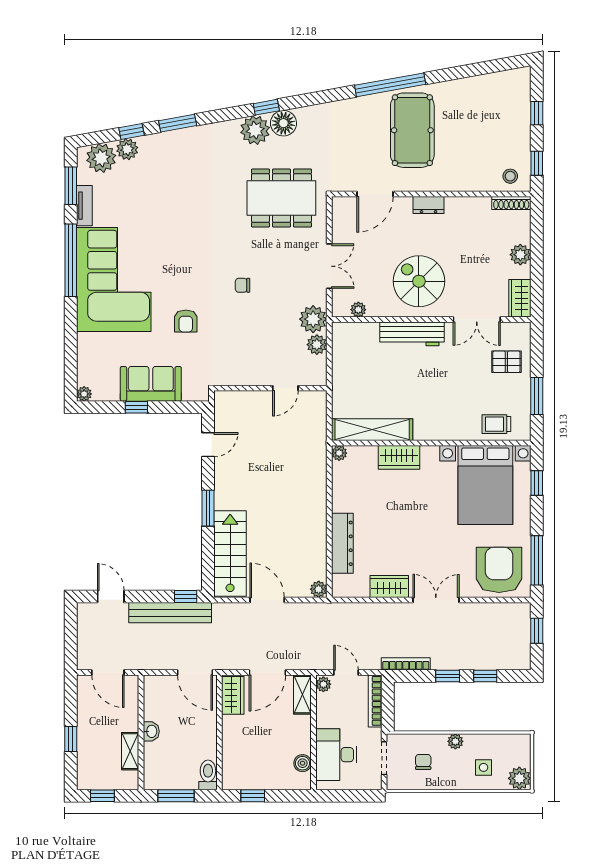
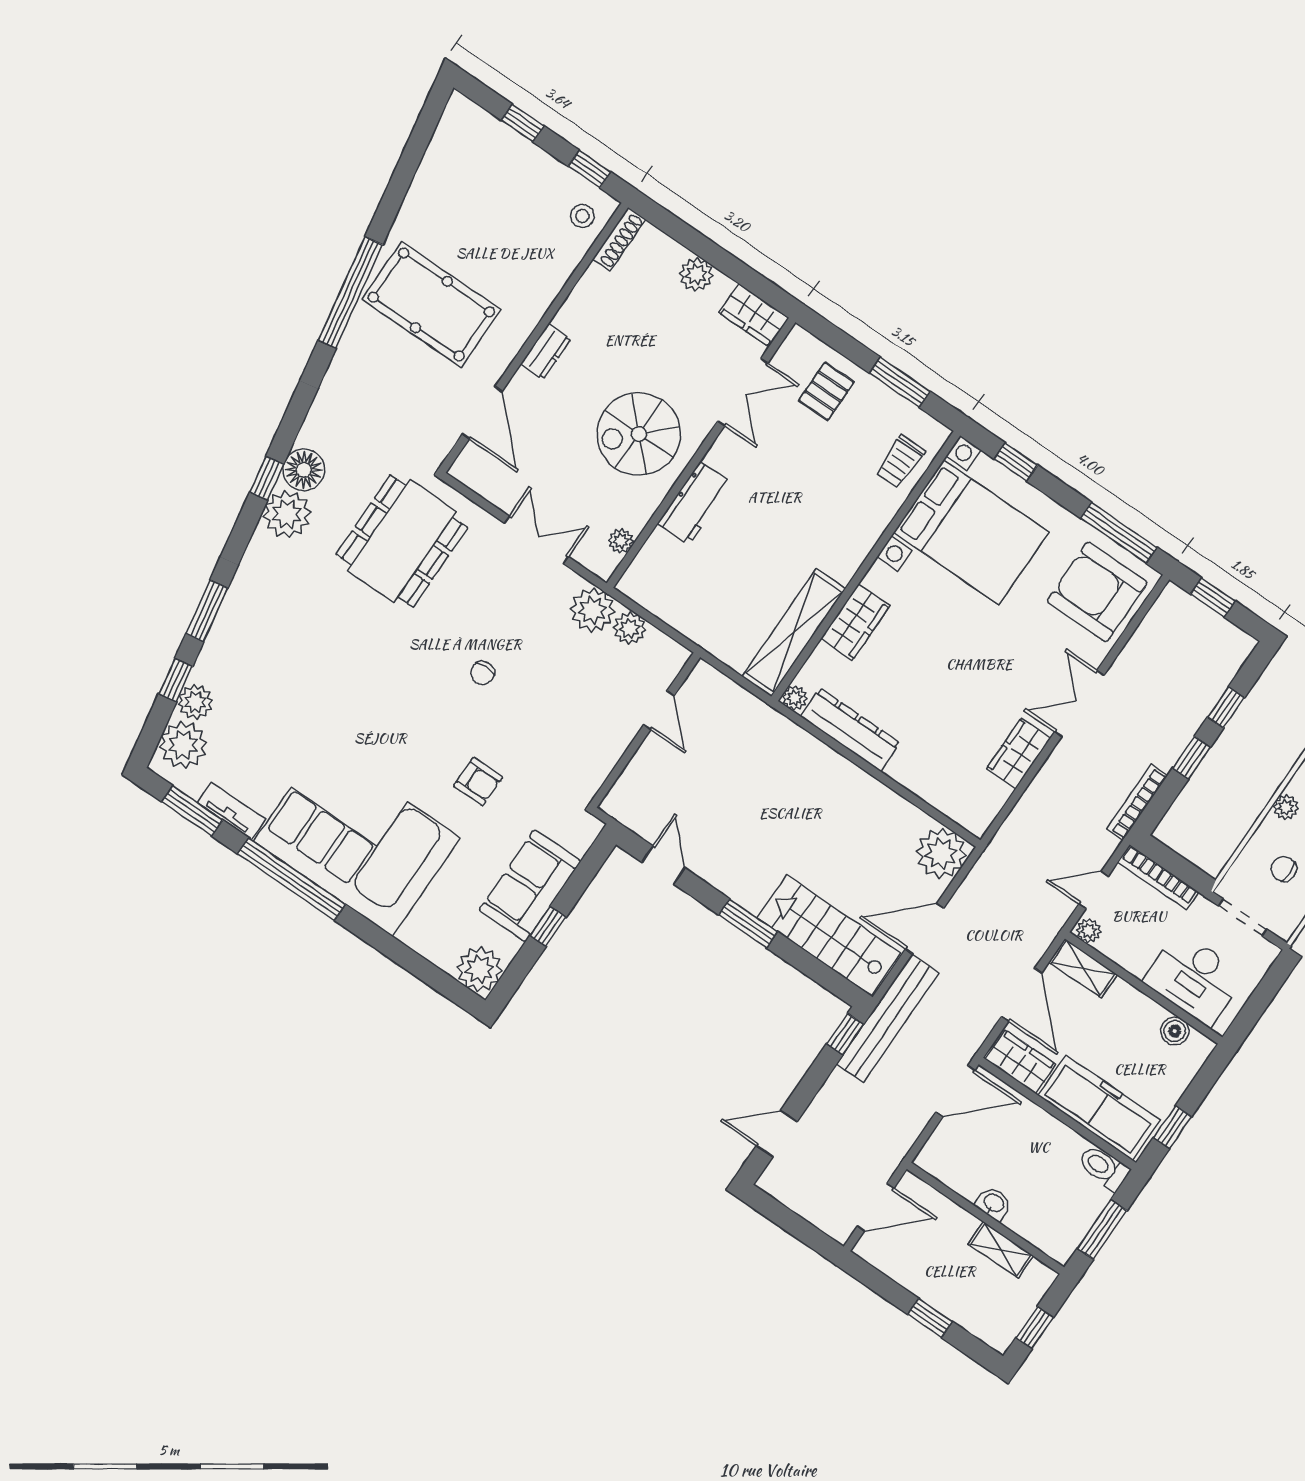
workbench: (412, 334) -> (695, 503), width x0.73
plant: (84, 394) -> (480, 969), width x1.88, depth x1.88
dresser: (342, 543) -> (850, 730), moved
plant: (319, 589) -> (941, 853), width x1.88, depth x1.88
bench: (170, 613) -> (888, 1018), moved
freezer: (237, 751) -> (1099, 1108), added

